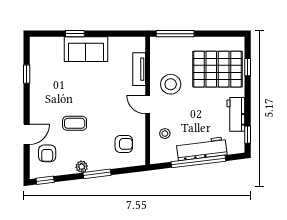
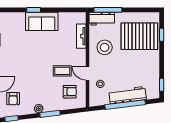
door: (148, 105) -> (88, 73), moved
workbench: (236, 114) -> (102, 19), moved, turned -90
coffee table: (75, 123) -> (62, 71), moved

